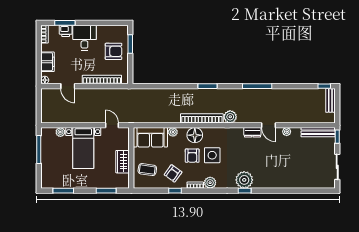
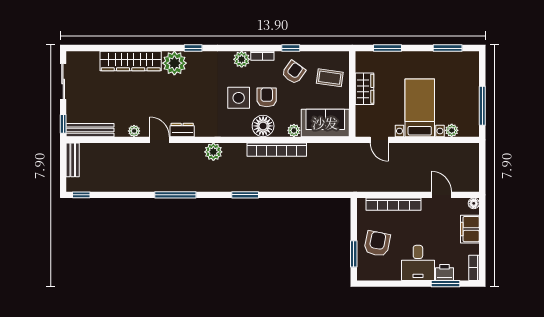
armchair: (114, 51) -> (377, 244), turned 101
bench: (330, 100) -> (73, 160), moved
bookcase: (202, 118) -> (277, 150), moved
plant: (244, 180) -> (174, 63), moved
wardrobe: (289, 181) -> (131, 61), added

